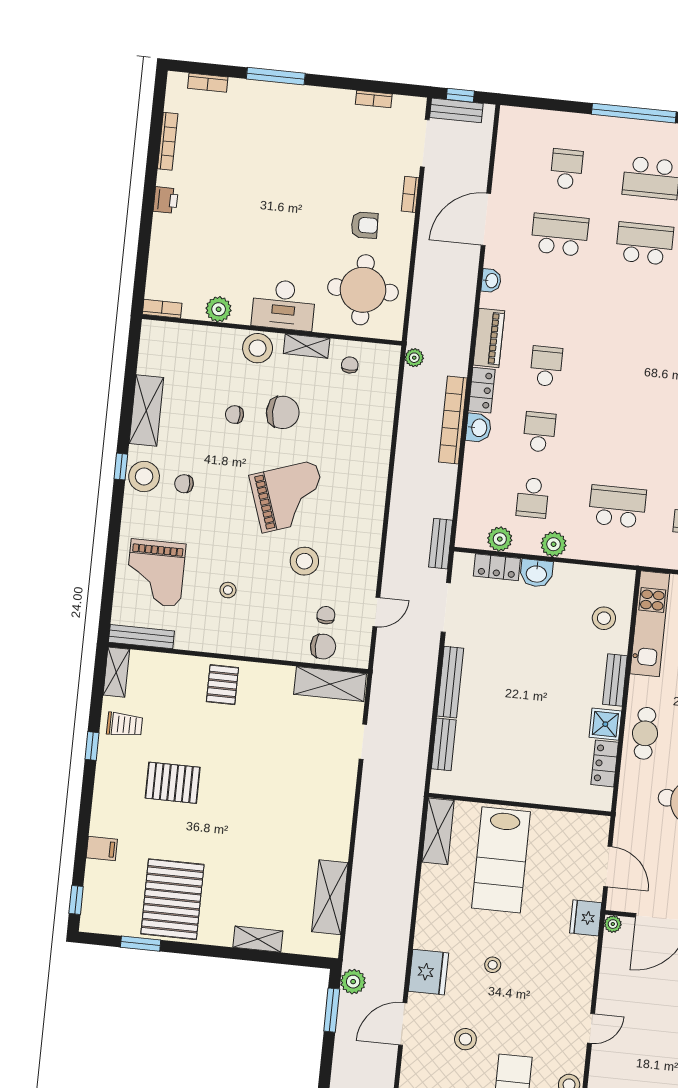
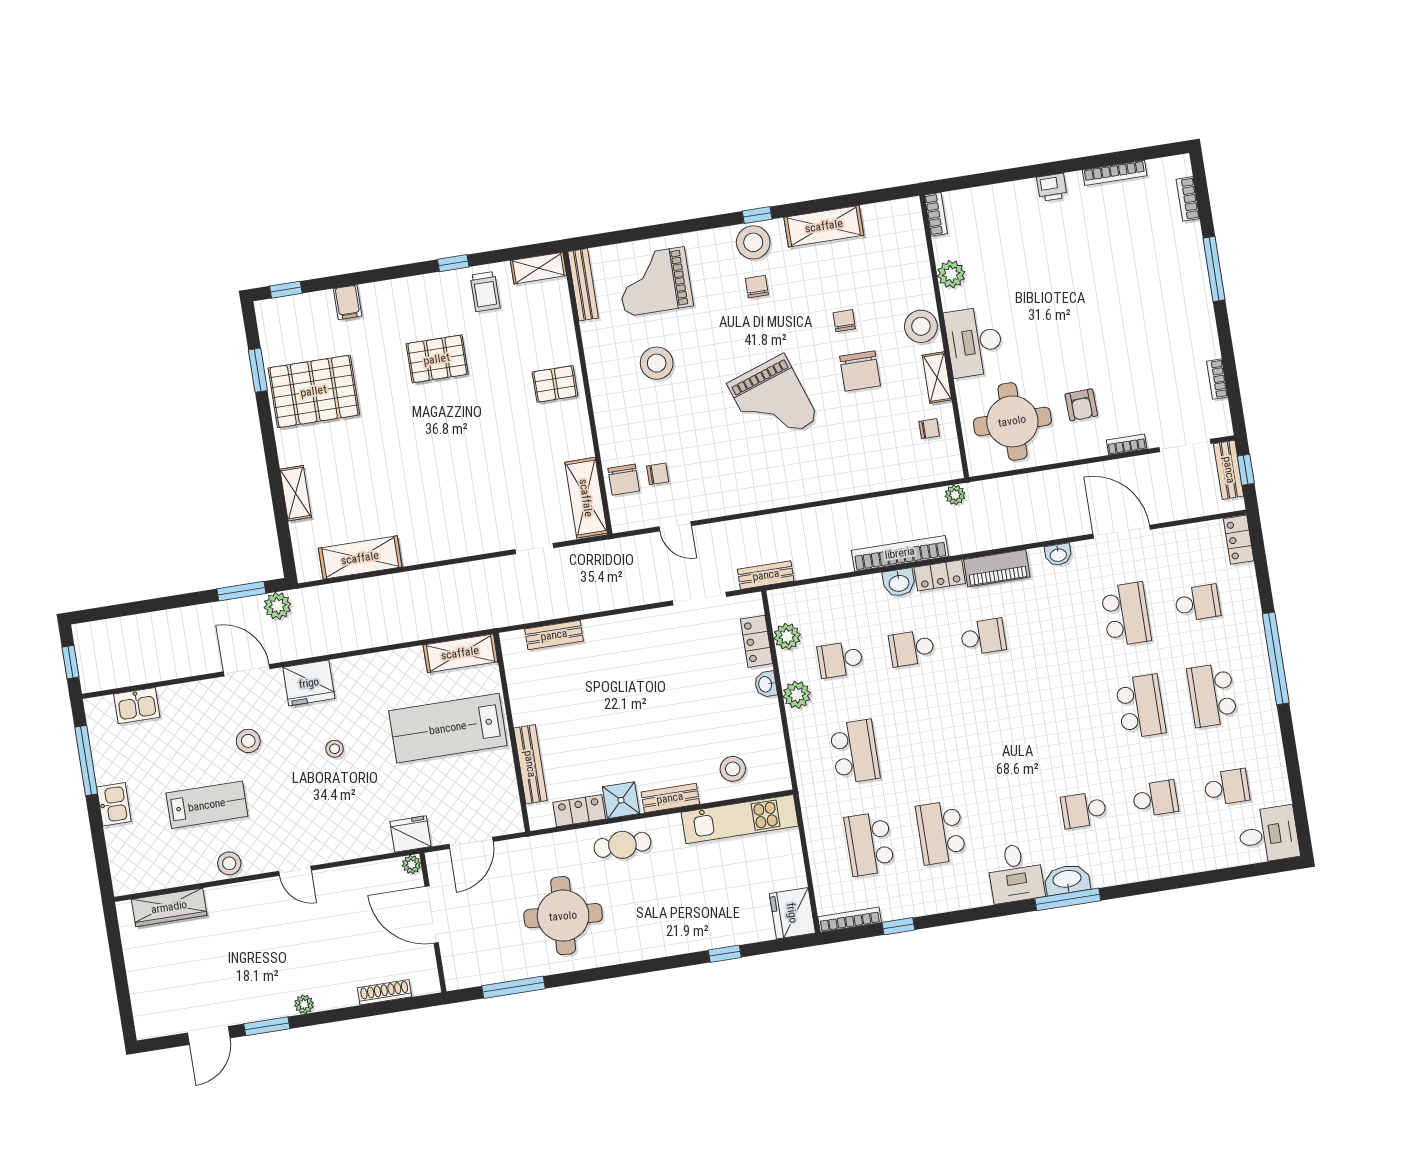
locker: (520, 118) -> (1239, 540), added
school desk: (539, 432) -> (912, 648), turned 180
stool: (304, 561) -> (709, 436), removed
washbasin: (536, 573) -> (766, 684), width x0.72, depth x0.69
stool: (228, 590) -> (657, 363), width x1.89, depth x1.89
bench: (450, 682) -> (530, 764), moved, turned 90
pallet: (173, 783) -> (437, 359), turned 90

